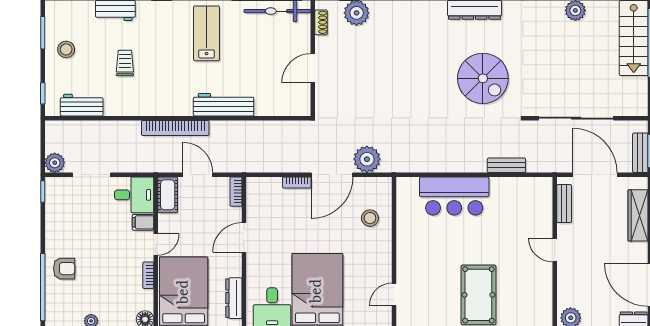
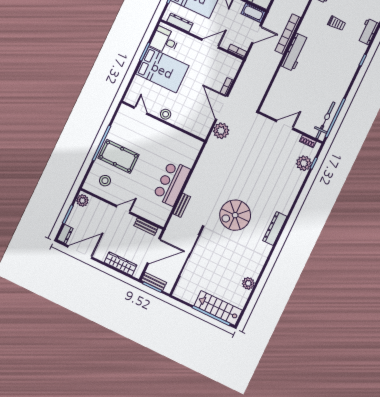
lab bench: (206, 33) -> (332, 76), removed
door: (313, 68) -> (285, 125), hinge flipped
workbench: (224, 105) -> (295, 52), moved
bar counter: (454, 196) -> (172, 183), moved
stool: (370, 218) -> (166, 114), moved
door: (244, 237) -> (210, 44), hinge flipped
stool: (525, 298) -> (105, 181), added

